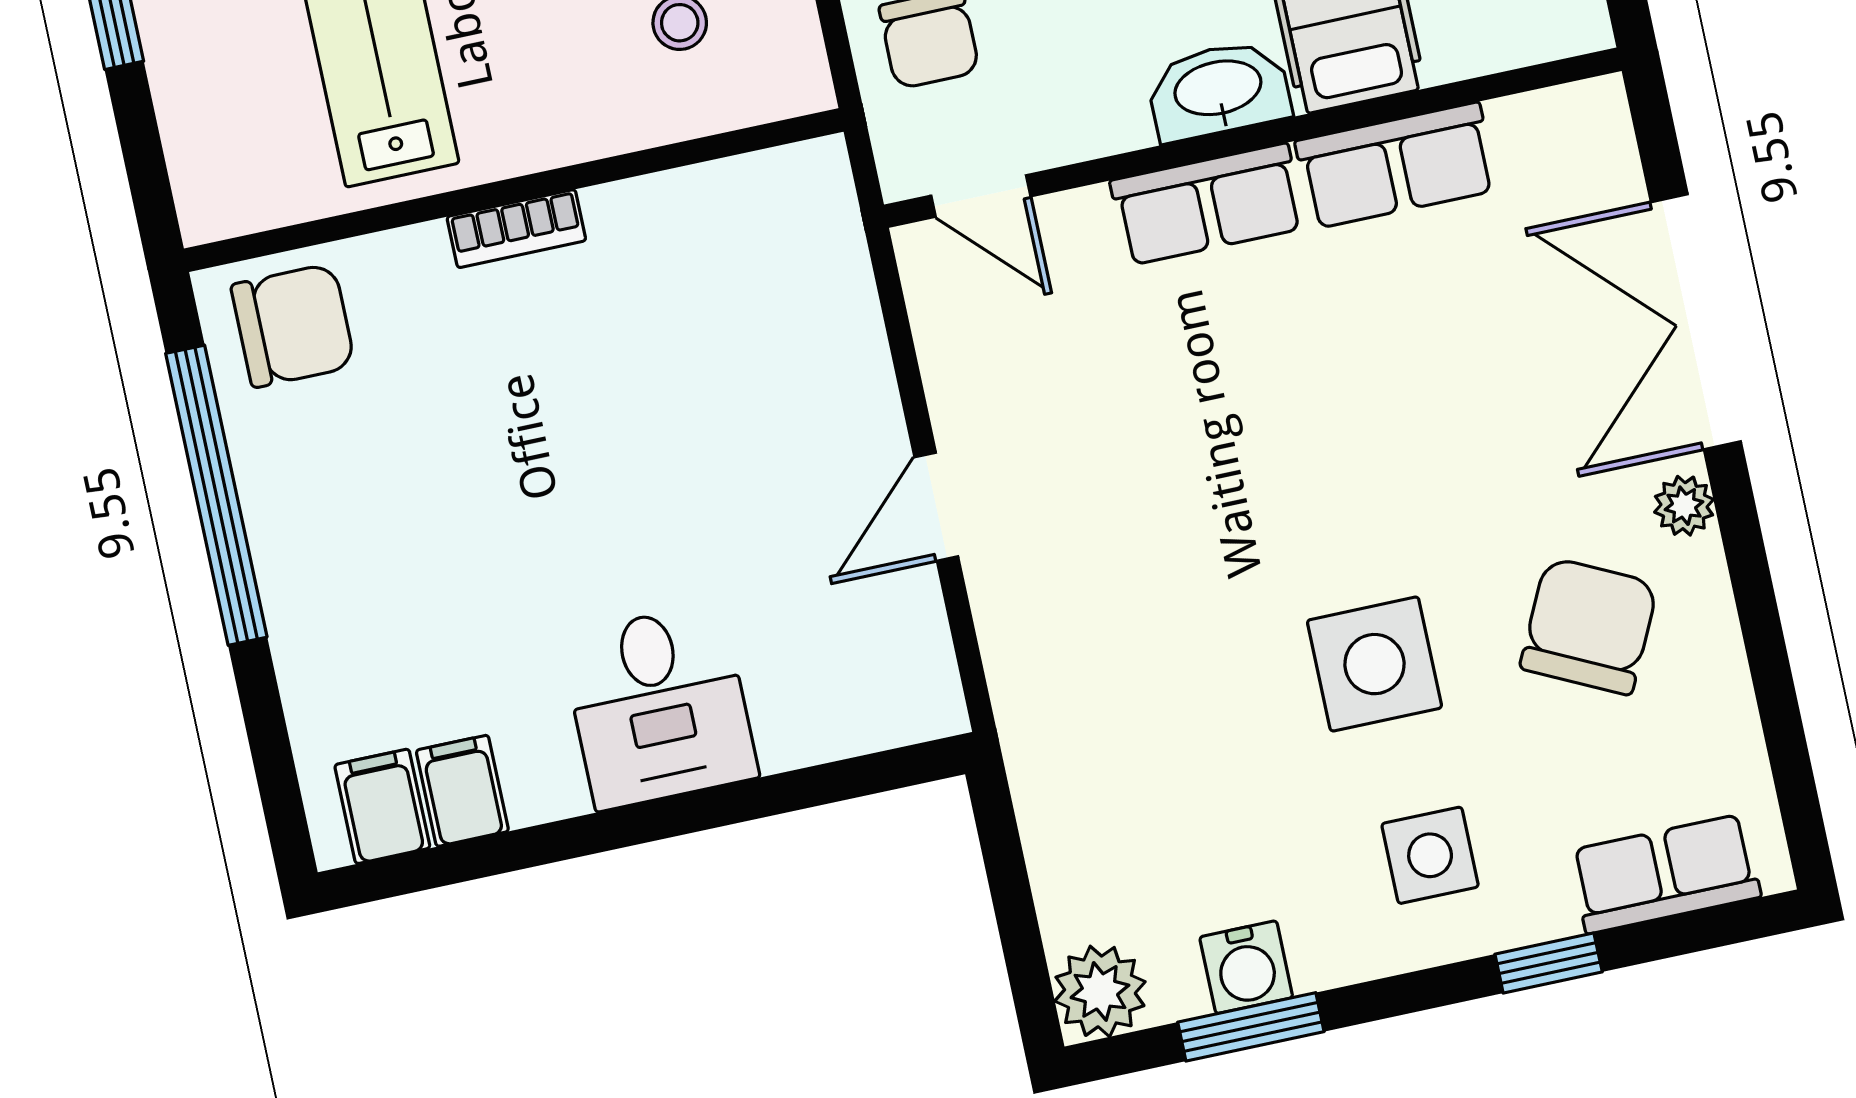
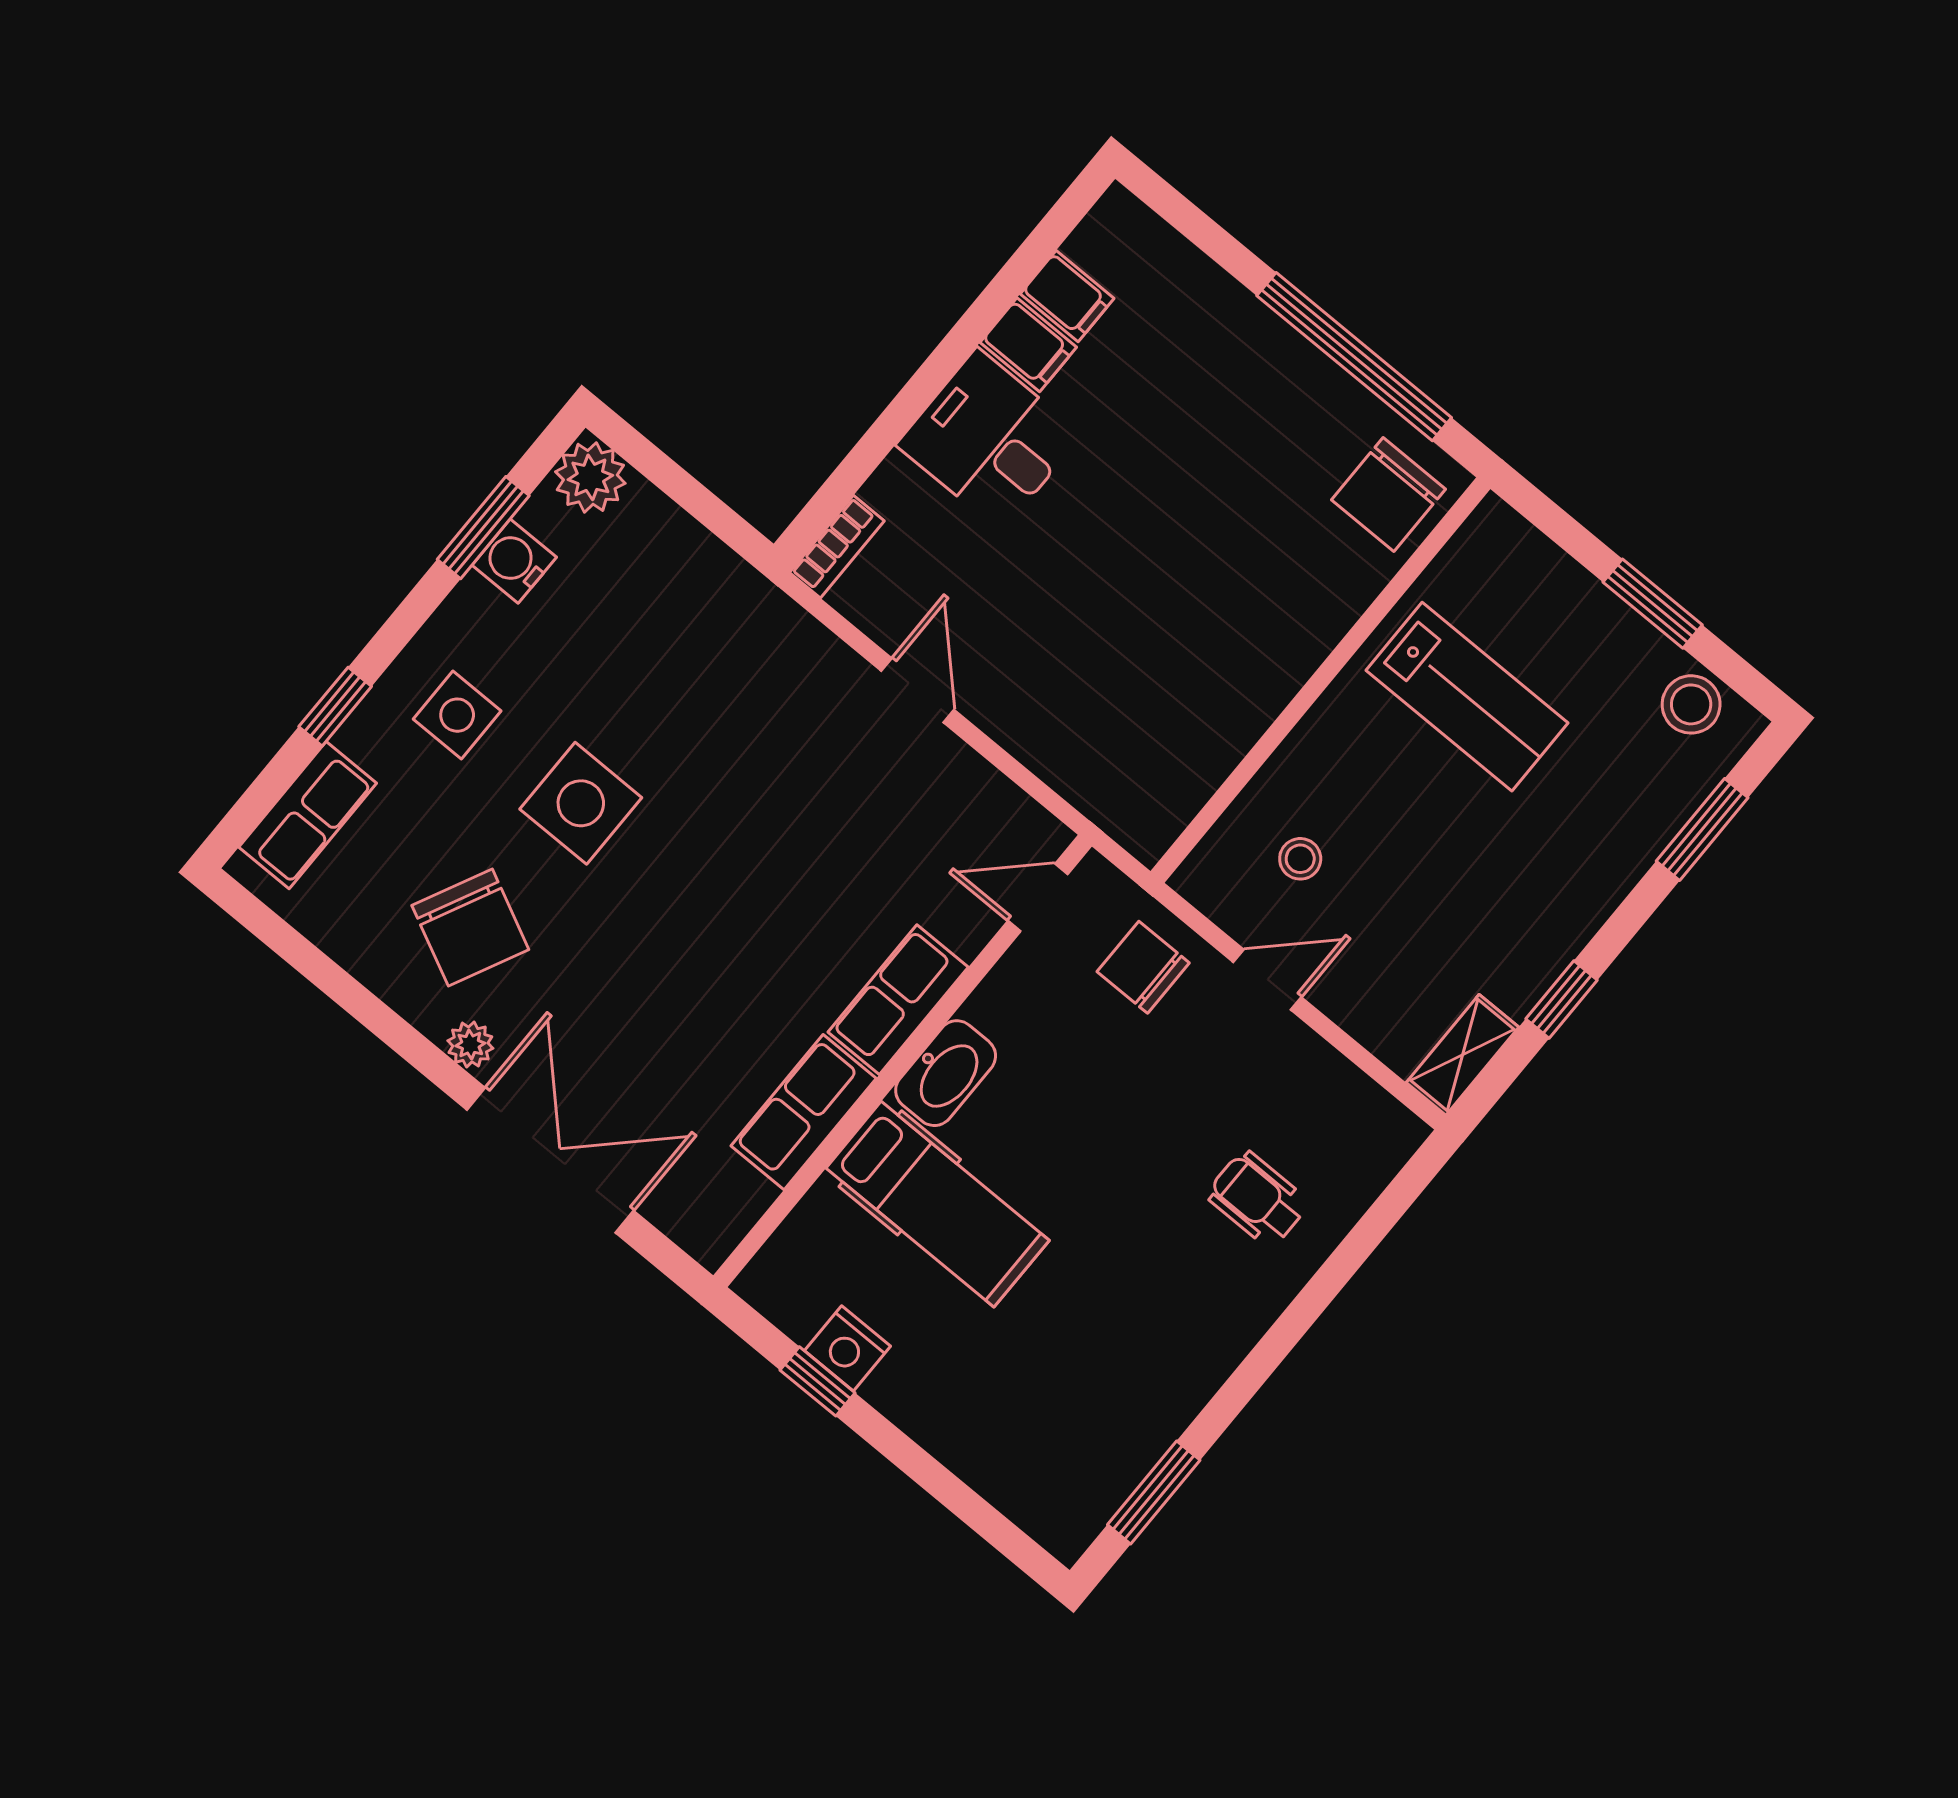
bookcase: (516, 229) -> (837, 547), moved, turned 180
filing cabinet: (382, 806) -> (1028, 345), moved

